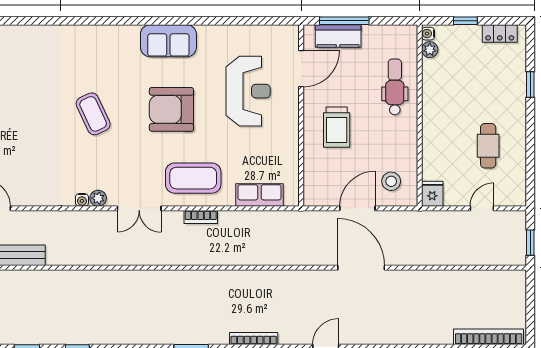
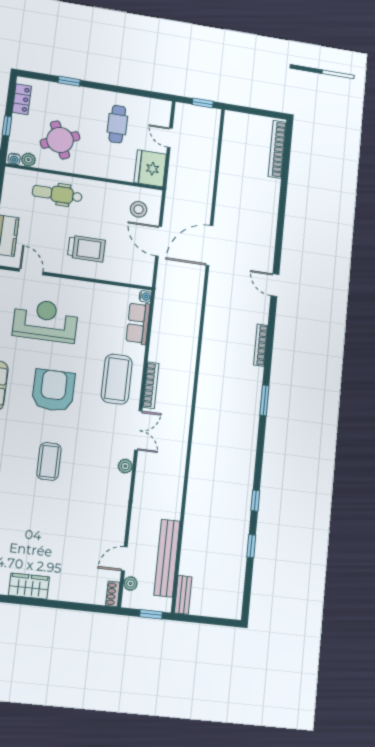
door: (301, 69) -> (31, 272), width x0.73
round table: (459, 83) -> (60, 140), added
armchair: (171, 109) -> (53, 390), turned 180
coffee table: (93, 114) -> (49, 461), turned -65
cafe table: (488, 146) -> (117, 124), turned 90
fridge: (432, 194) -> (150, 168), width x1.88, depth x1.34
water cooler: (82, 200) -> (145, 296), moved
bookcase: (201, 217) -> (151, 385), width x1.56

